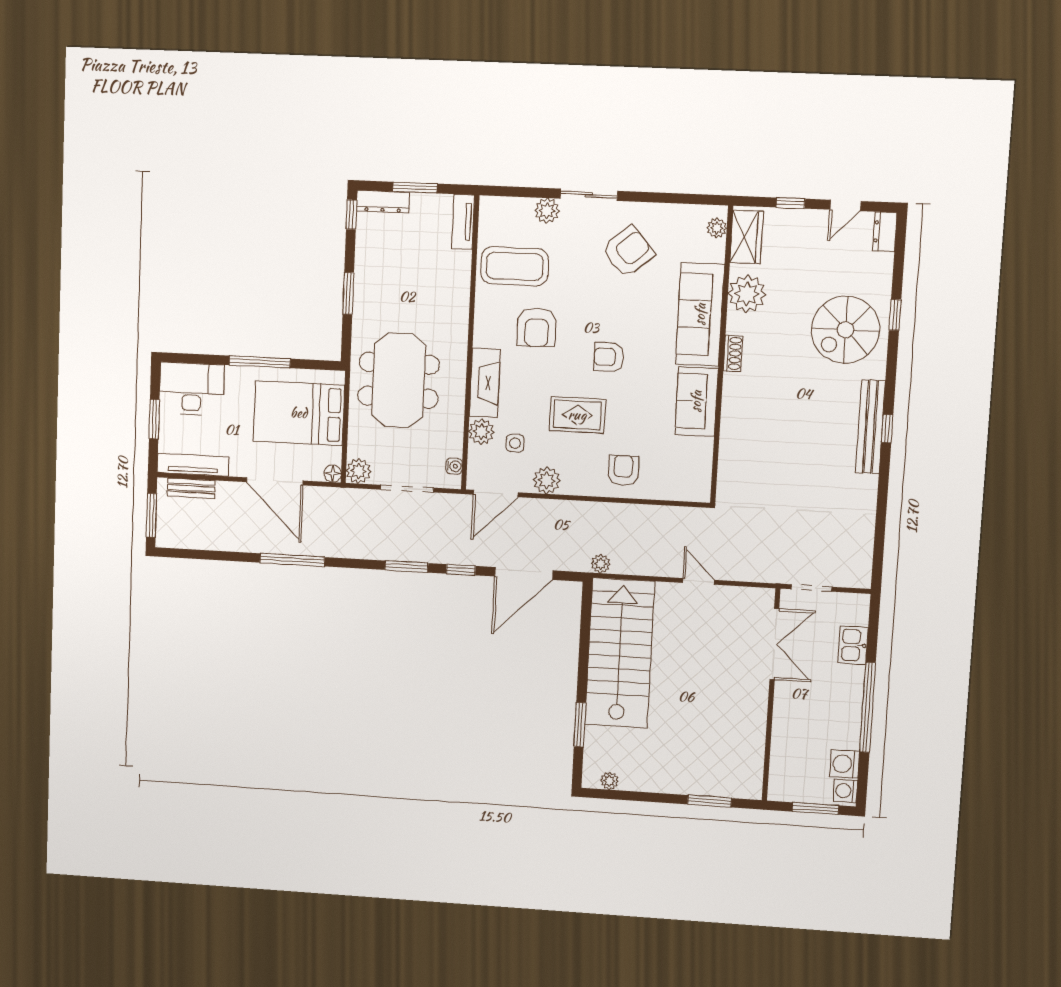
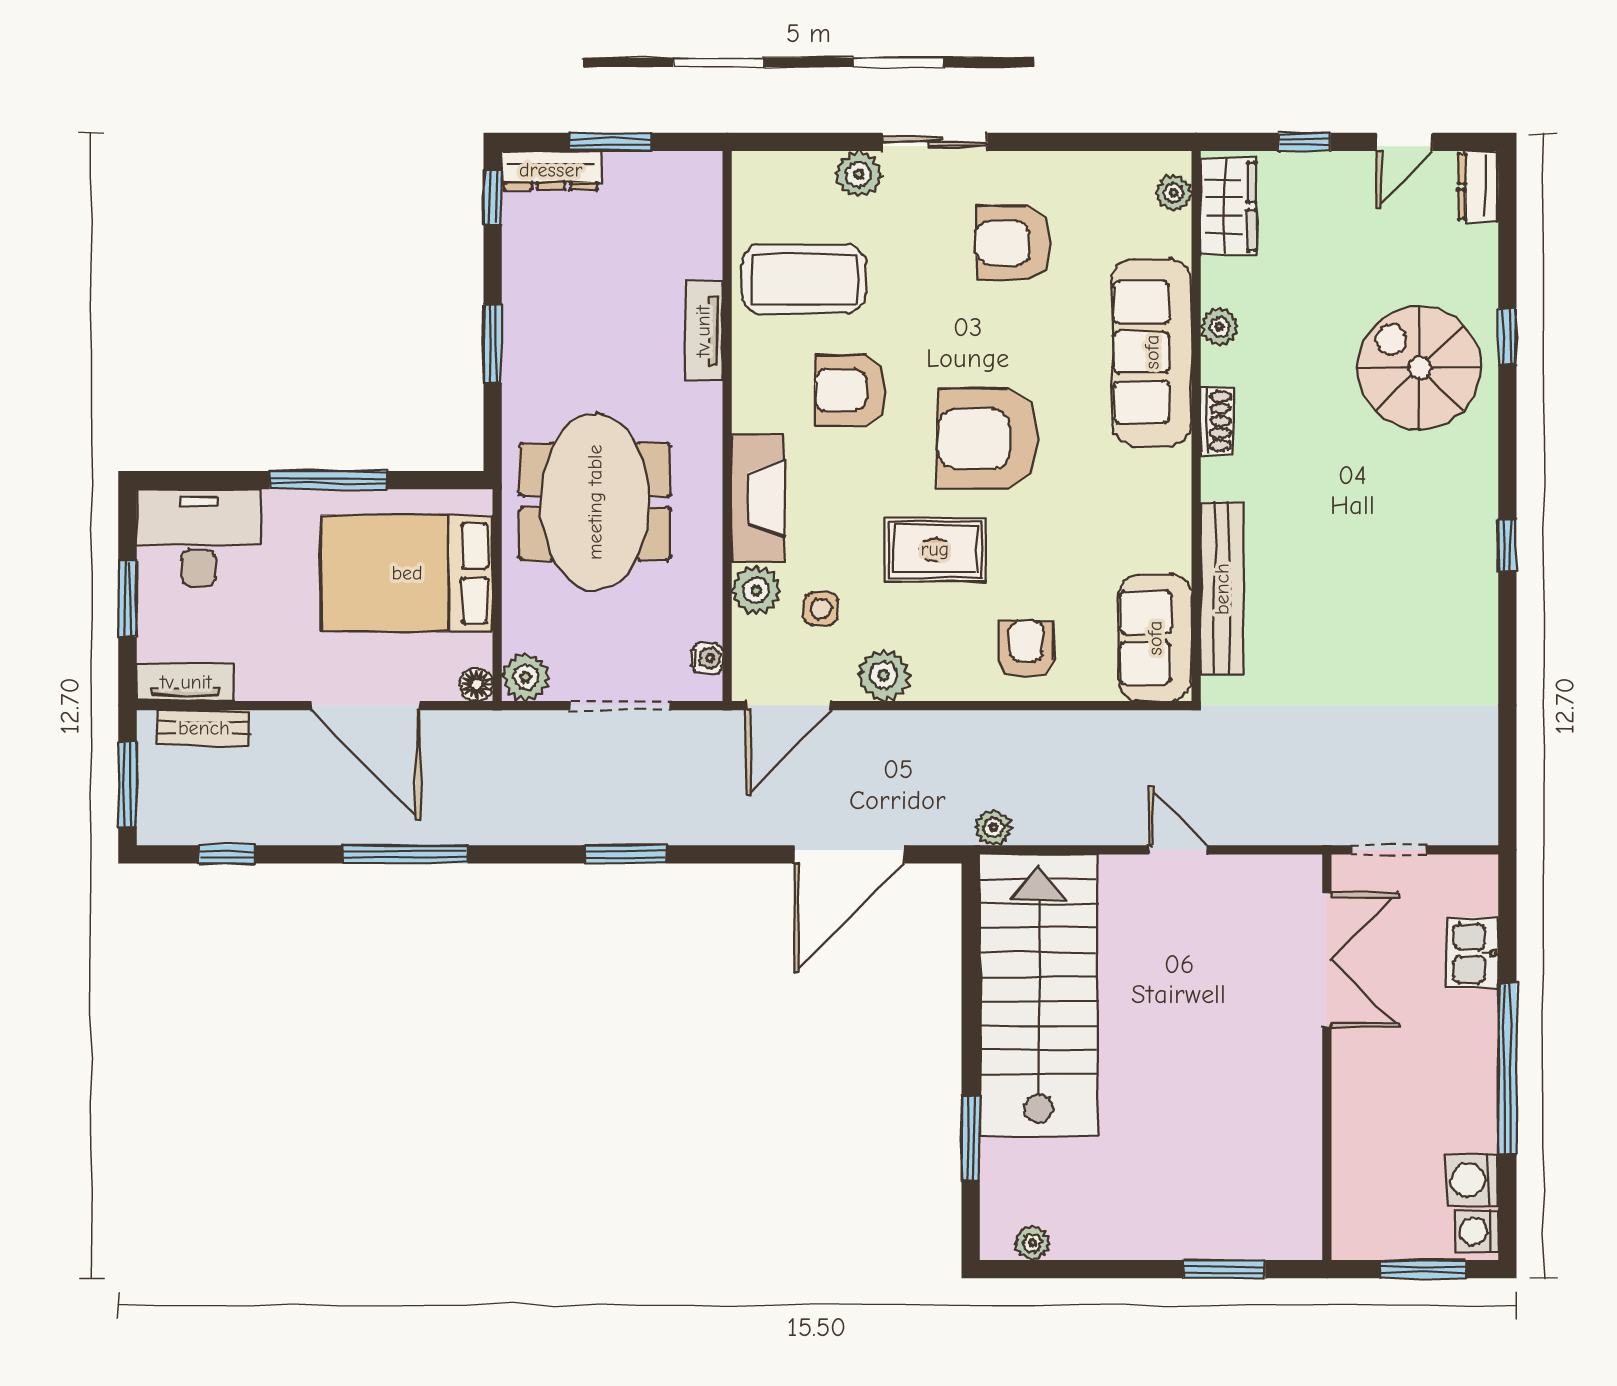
tv unit: (463, 222) -> (703, 331), moved
armchair: (628, 252) -> (1013, 243), turned -139
plant: (747, 294) -> (1219, 327), width x0.53, depth x0.53
armchair: (537, 327) -> (851, 390), turned 90
spiral stairs: (845, 330) -> (1419, 368), turned 90
armchair: (609, 357) -> (988, 439), width x1.88, depth x1.88
sofa: (696, 401) -> (1155, 638), moved
bench: (870, 427) -> (1222, 589), moved
tv unit: (193, 465) -> (186, 682), width x0.71
window: (461, 570) -> (227, 854), moved

